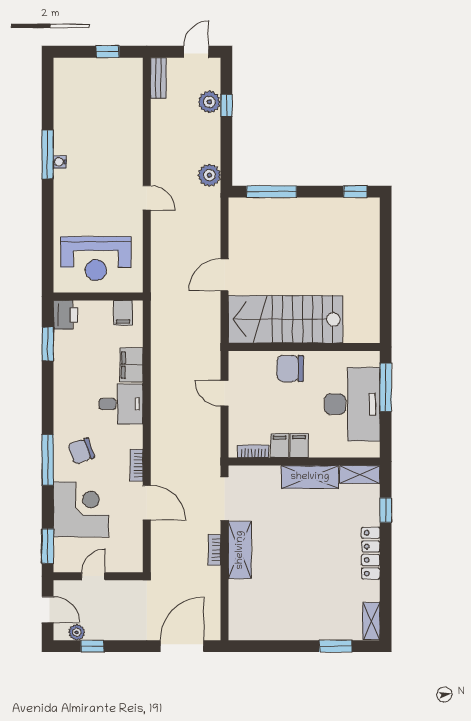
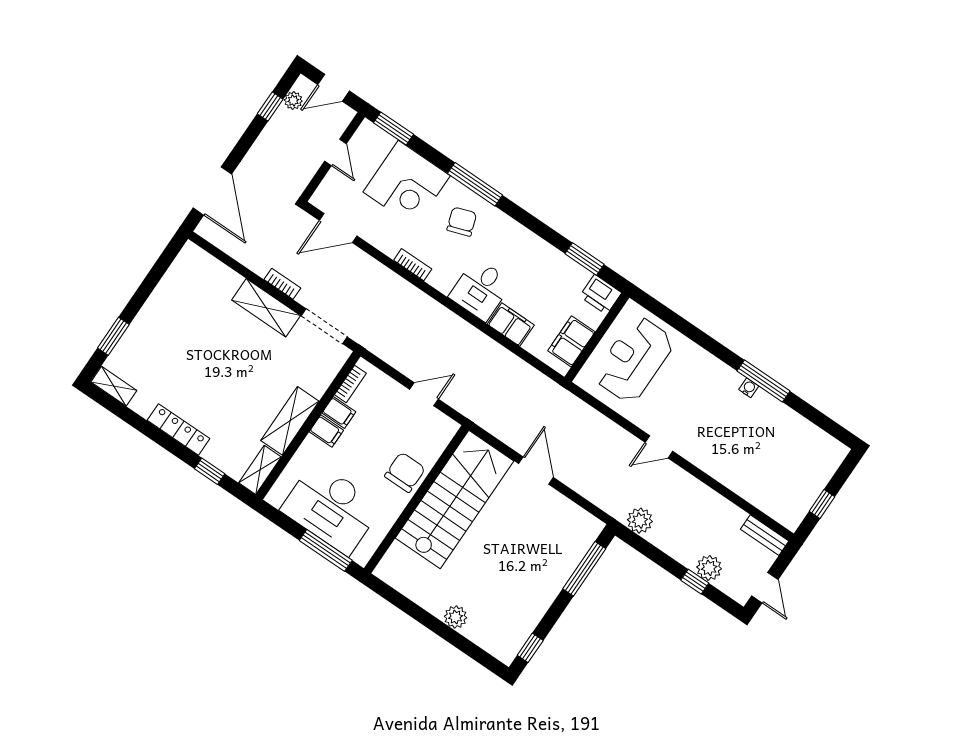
plant: (370, 261) -> (456, 617), added
filing cabinet: (123, 313) -> (571, 341), width x2.00
door: (147, 503) -> (338, 228), moved

